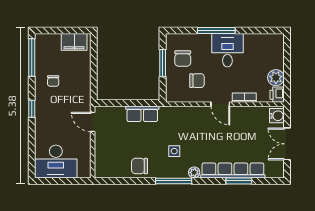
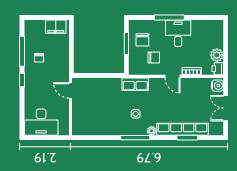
window: (32, 58) -> (22, 51), moved
row of seats: (142, 114) -> (135, 84), moved
chair: (140, 166) -> (108, 126), removed

